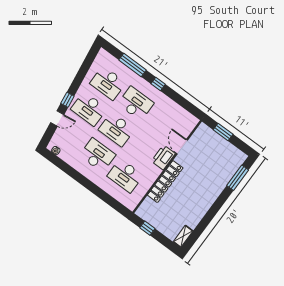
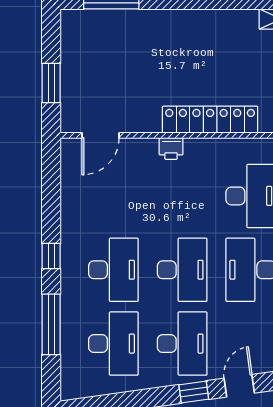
desk: (136, 104) -> (113, 270), turned 180
door: (57, 119) -> (239, 386), hinge flipped
door: (182, 147) -> (101, 135), moved
printer: (163, 157) -> (171, 148), width x0.53, depth x0.68

